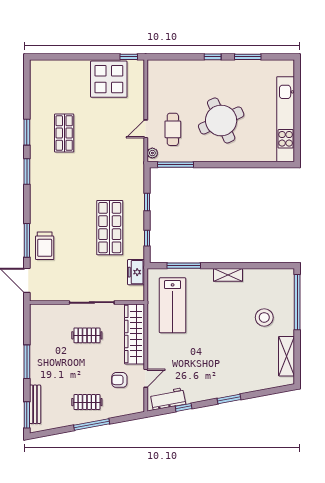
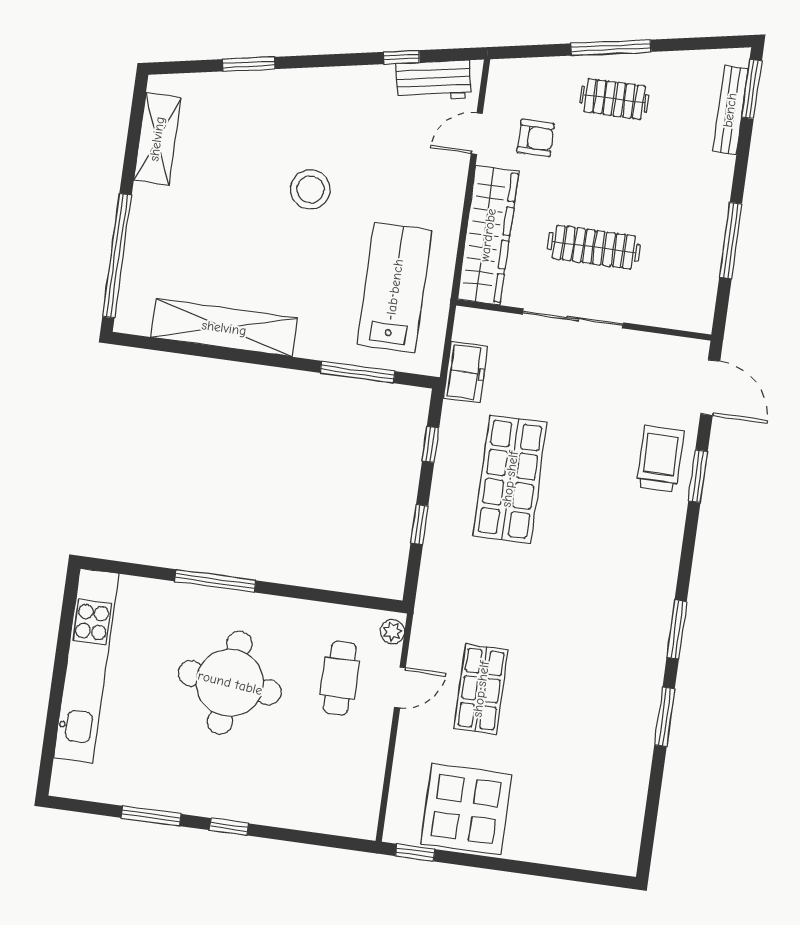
round table: (221, 120) -> (230, 683), turned 30
shop shelf: (64, 133) -> (481, 689), moved
window: (176, 165) -> (215, 581), moved
window: (27, 240) -> (698, 476), width x0.69
shelving: (228, 275) -> (224, 328), width x2.20, depth x1.33
stool: (264, 317) -> (310, 189), moved
clothes rail: (87, 335) -> (594, 247), width x1.36
window: (27, 362) -> (731, 240), moved
window: (229, 399) -> (249, 64), moved

